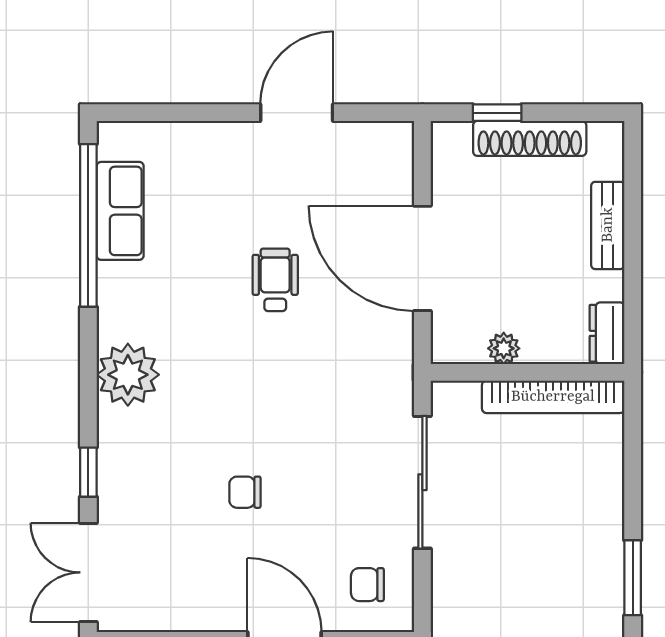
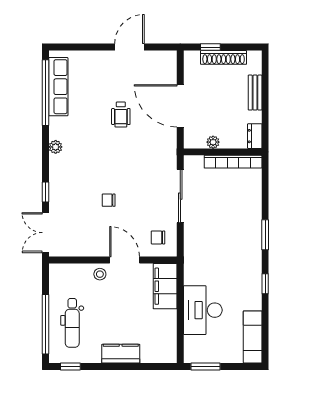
row of seats: (120, 211) -> (58, 87), width x1.48
wheelchair: (275, 280) -> (121, 115), turned 180
plant: (128, 375) -> (56, 147), width x0.53, depth x0.53

